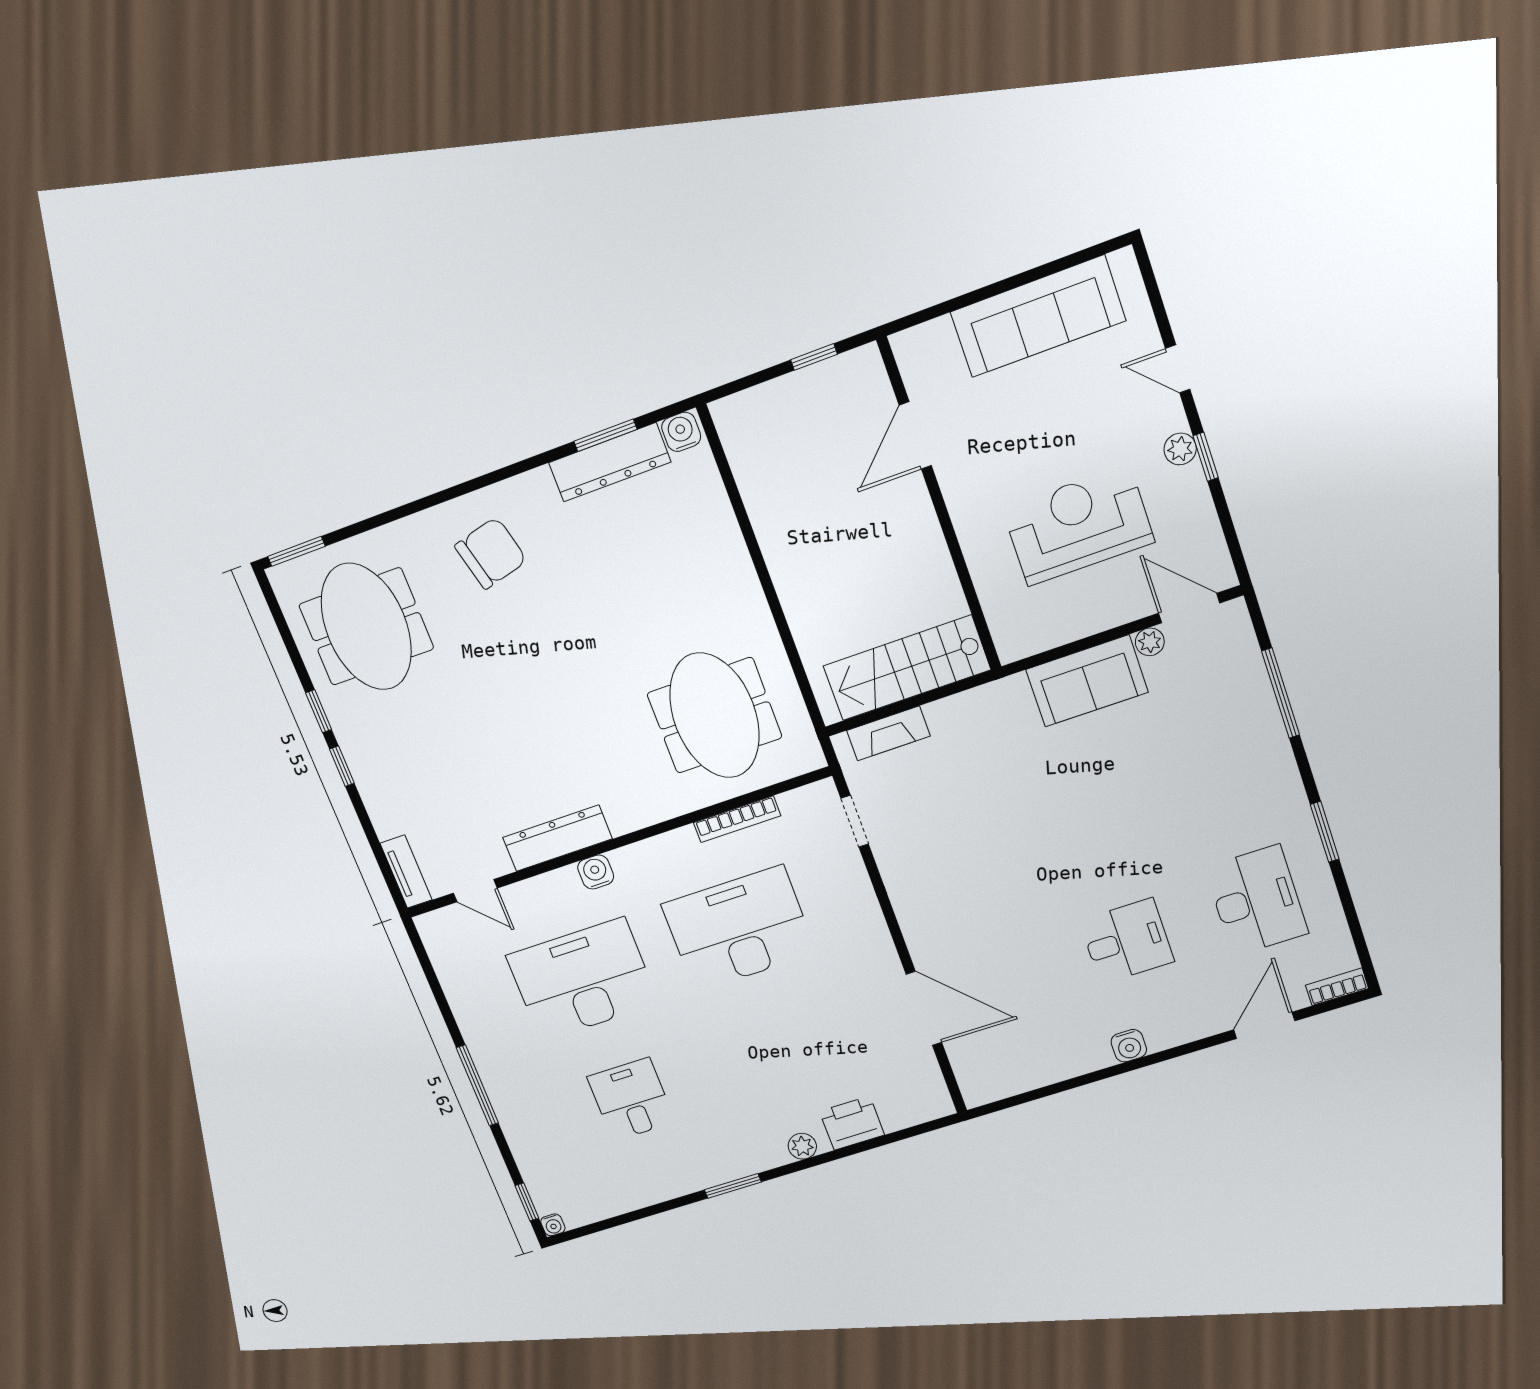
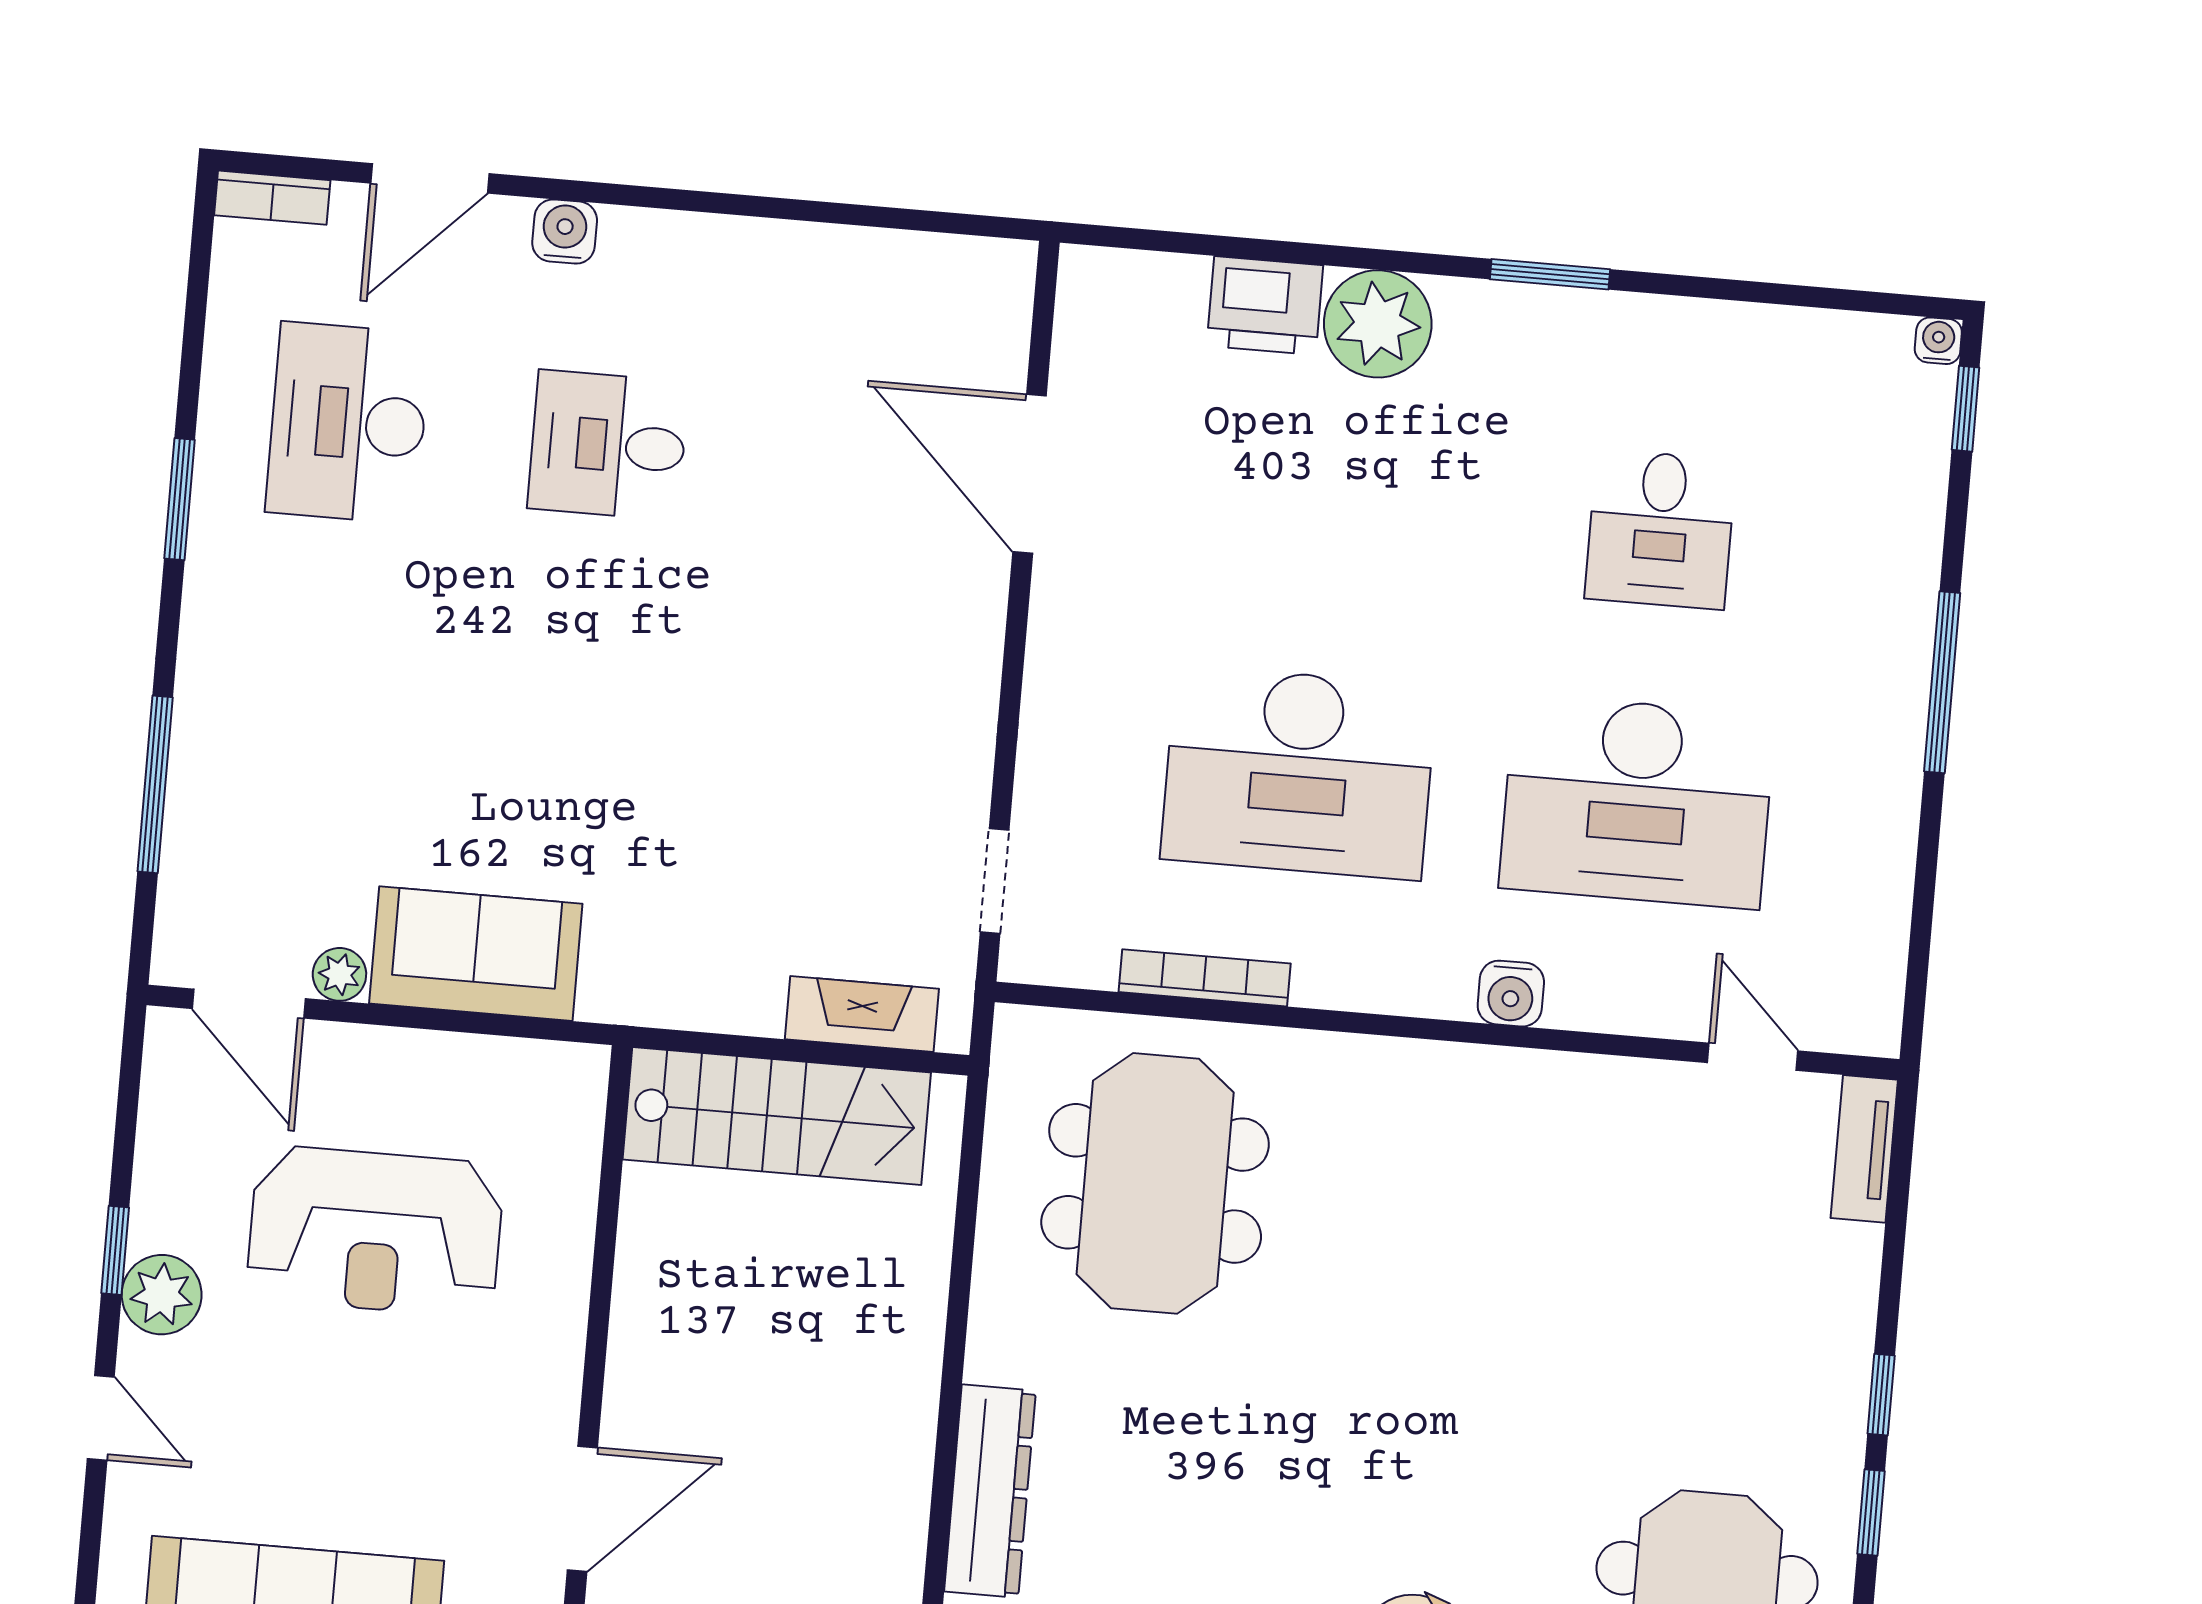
plant: (1180, 449) -> (162, 1295), width x1.38, depth x1.38
dresser: (557, 838) -> (990, 1491), moved, turned -90
water cooler: (1129, 1046) -> (565, 232), moved
plant: (802, 1146) -> (1378, 324), width x1.87, depth x1.87

